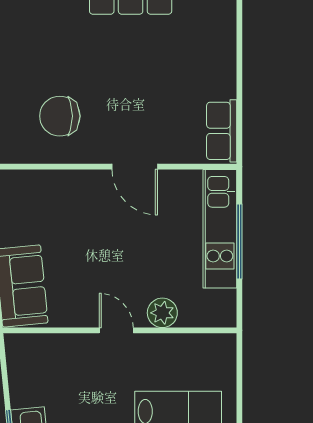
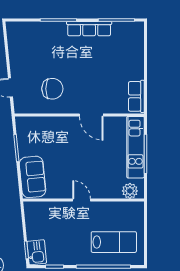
chair: (60, 116) -> (52, 89), turned 180
plant: (162, 313) -> (130, 191), moved

